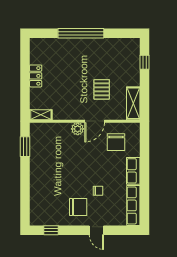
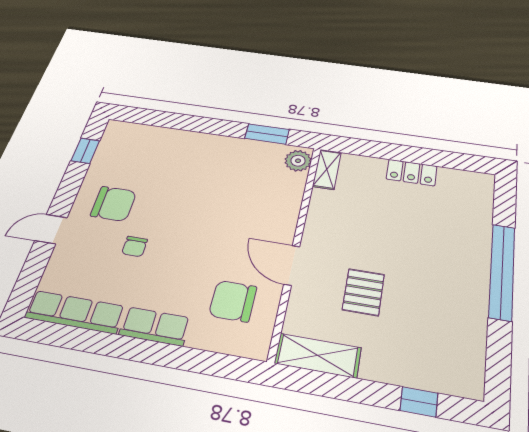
pallet: (102, 89) -> (363, 292), turned 90
plant: (78, 129) -> (298, 161), moved
chair: (78, 207) -> (114, 204), turned -90

